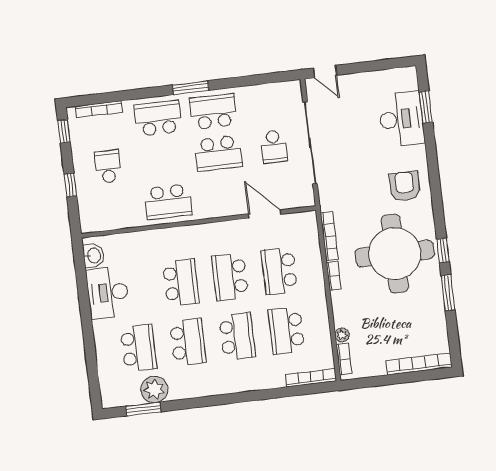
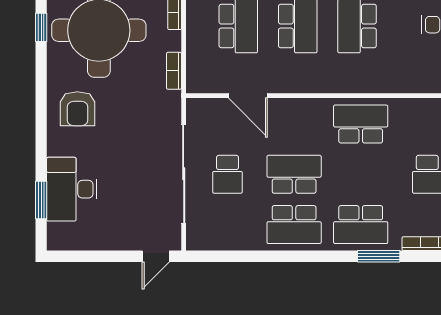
door: (325, 72) -> (156, 256), swing flipped
window: (191, 88) -> (379, 256), moved
school desk: (274, 147) -> (227, 174), turned 180
bookcase: (329, 236) -> (174, 71), width x0.64

